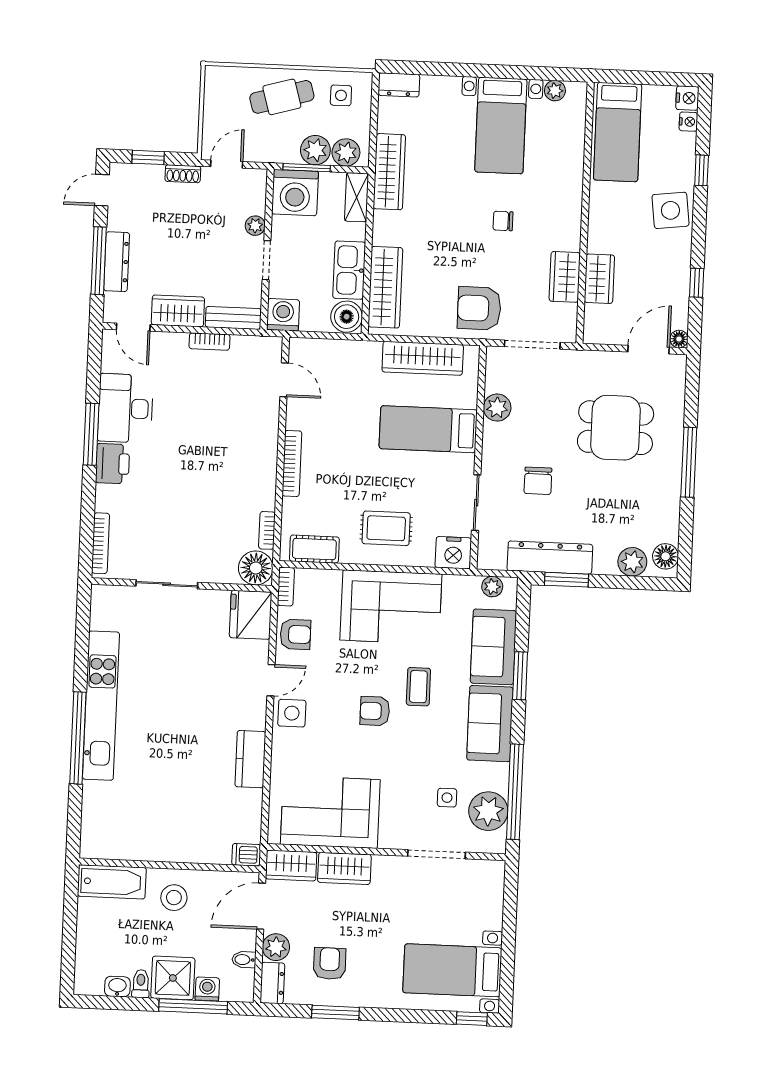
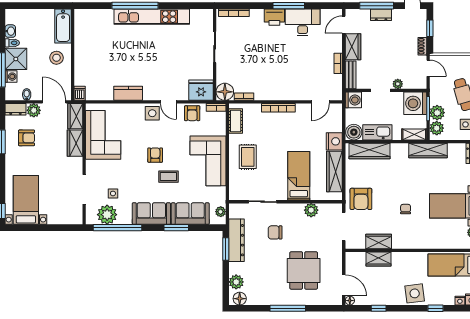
dresser: (117, 262) -> (381, 15), width x0.70
armchair: (479, 308) -> (361, 199), turned 180
nightstand: (453, 553) -> (334, 141), moved, turned 180

